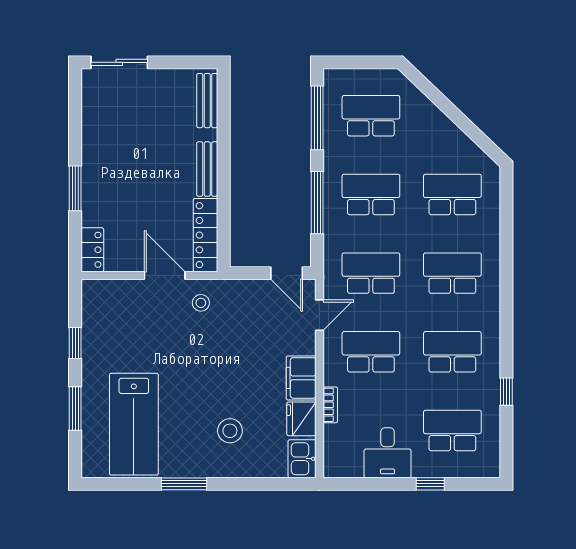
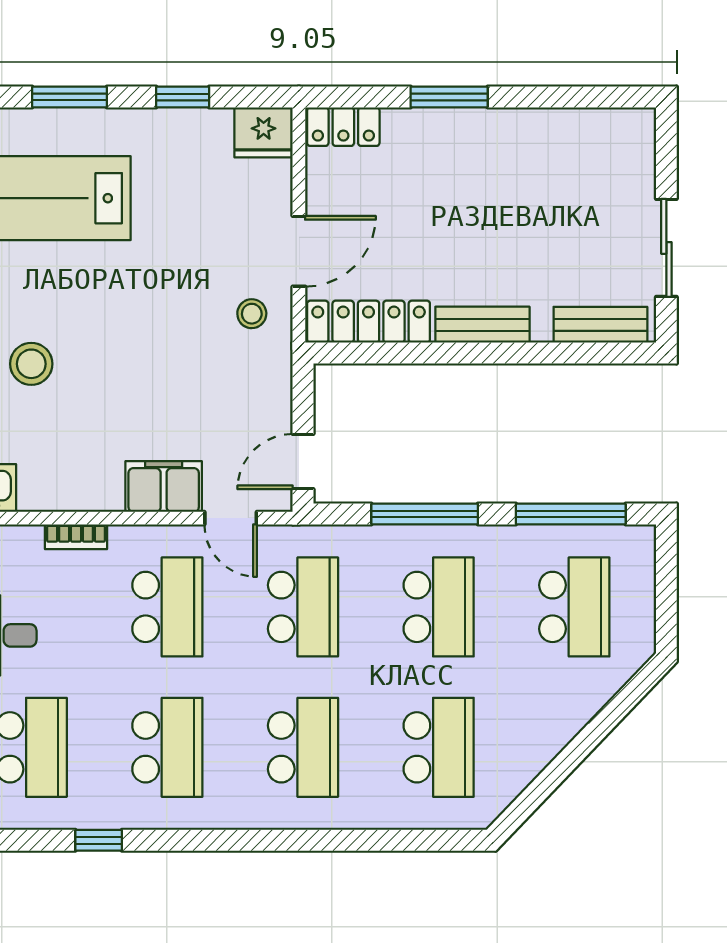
sliding door: (119, 62) -> (666, 248), moved
filing cabinet: (301, 378) -> (164, 486), moved
fridge: (301, 419) -> (264, 132), moved, turned 180

